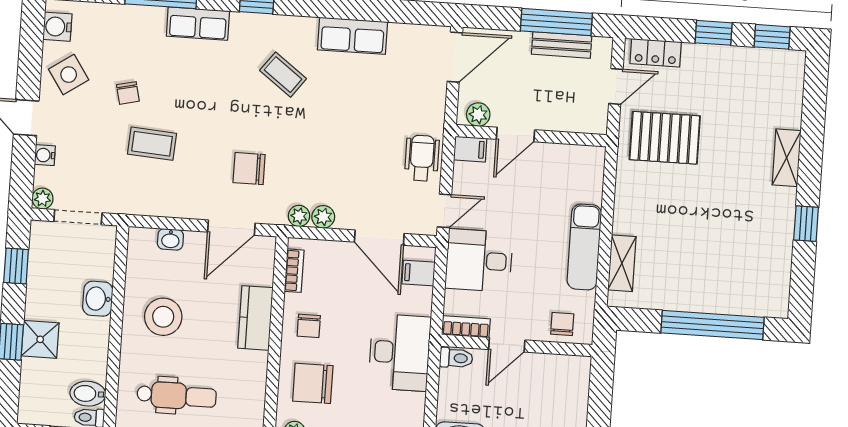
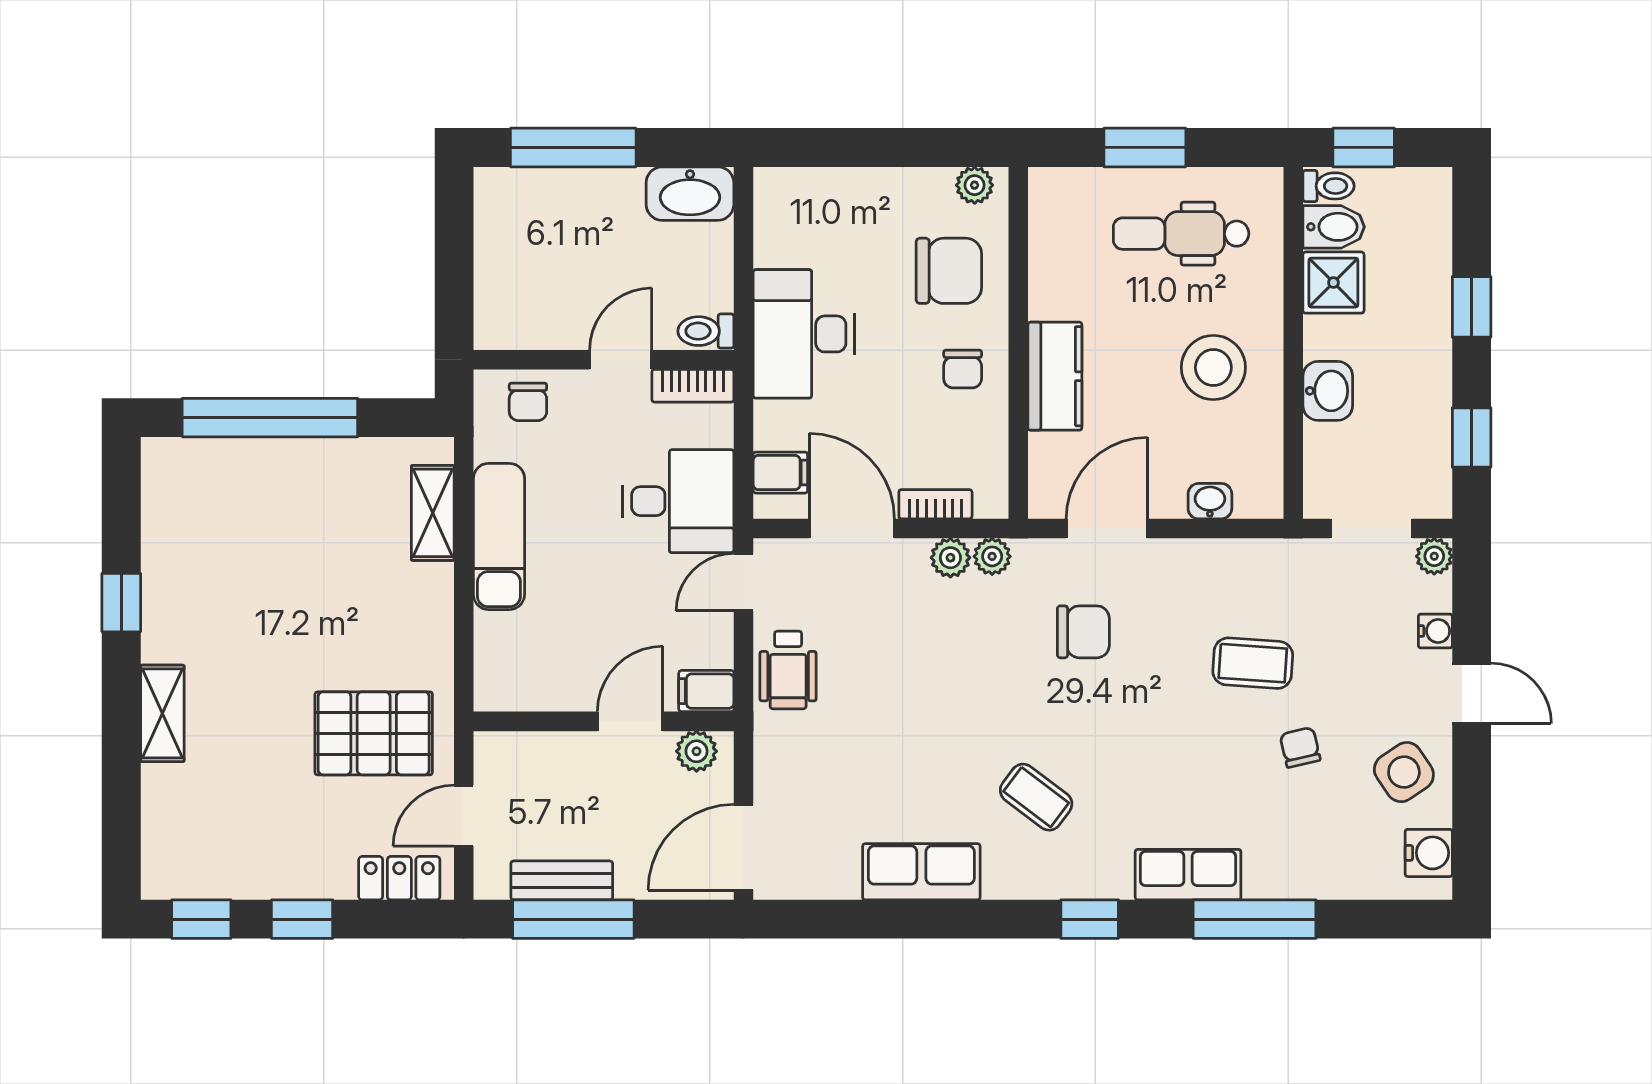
bookcase: (294, 271) -> (935, 504), moved, turned 90
chair: (309, 326) -> (963, 369), turned 180
shower: (40, 339) -> (1333, 283), moved

